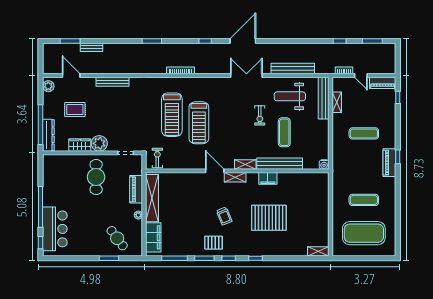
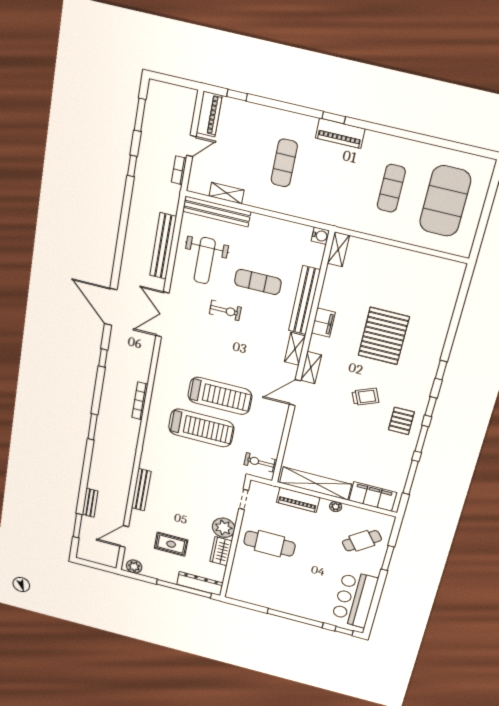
rug: (75, 109) -> (171, 544), turned 90
bar counter: (55, 229) -> (355, 599), moved, turned -90
shelving: (318, 251) -> (338, 249), moved

